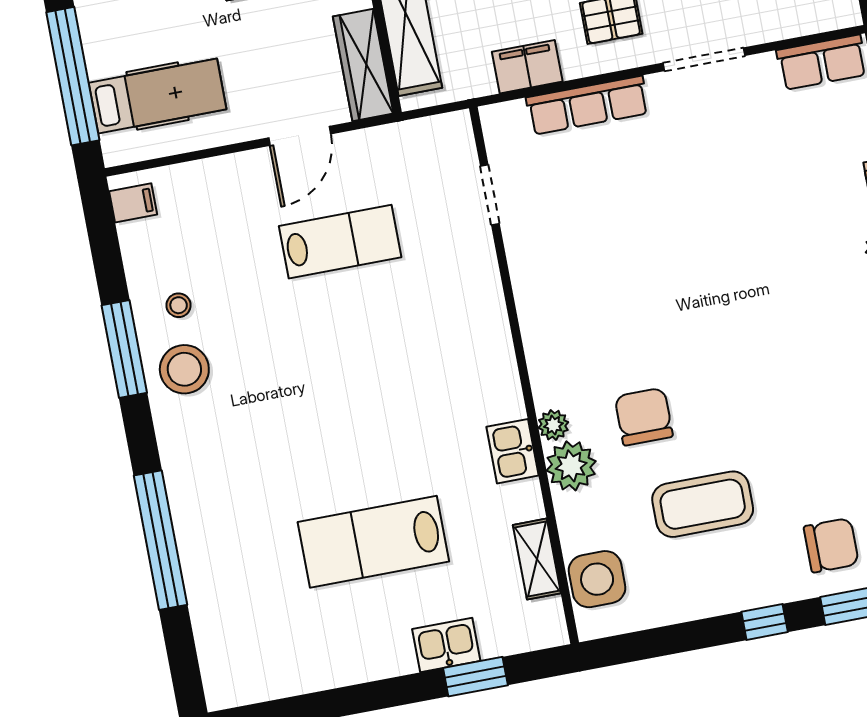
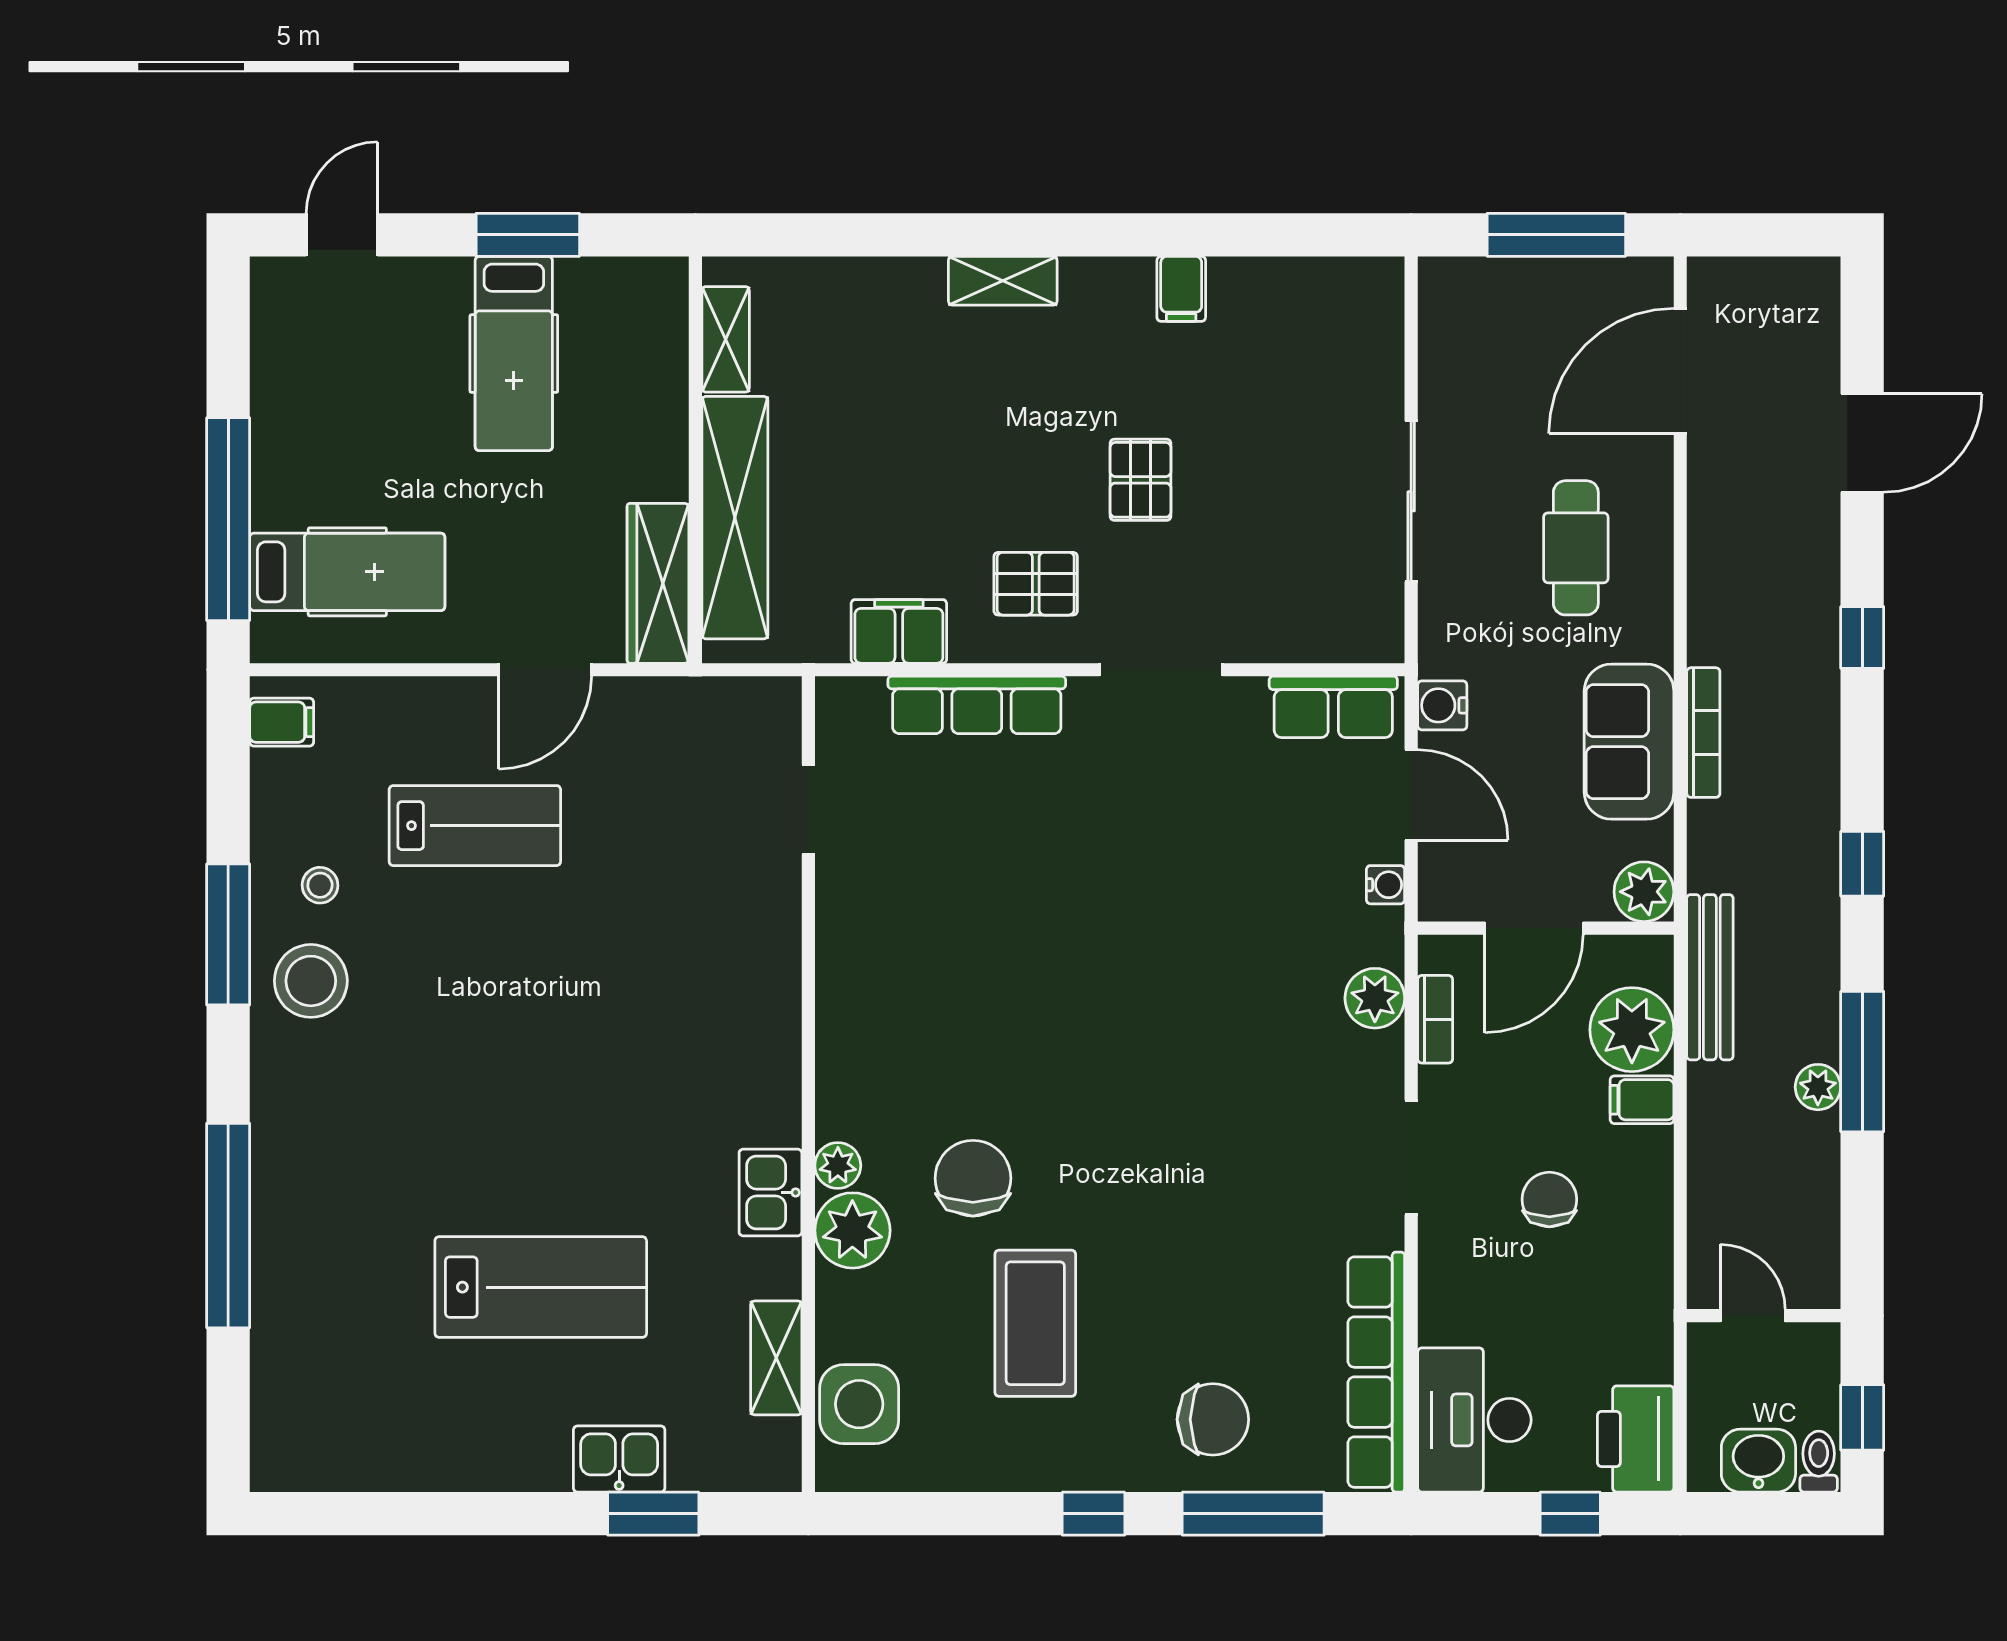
lab bench: (340, 242) -> (475, 826), moved
coffee table: (703, 504) -> (1035, 1323), turned 90
lab bench: (373, 542) -> (541, 1287), turned 180

